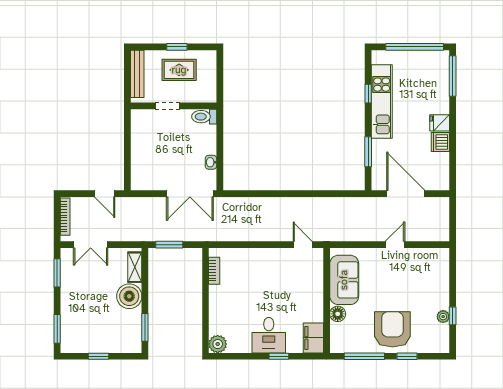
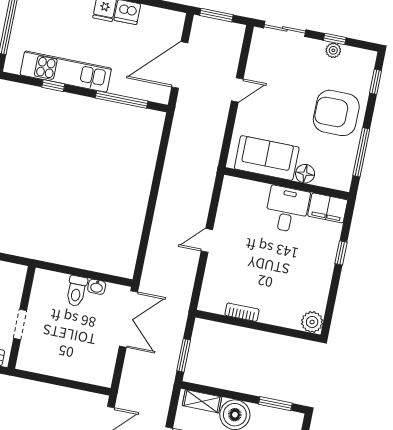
toilet: (204, 117) -> (76, 291), moved
window: (368, 152) -> (122, 99), width x1.44
window: (453, 215) -> (216, 15), added
door: (303, 245) -> (207, 240), moved
door: (395, 245) -> (237, 90), swing flipped
bookcase: (214, 271) -> (242, 312), moved
sliding door: (453, 273) -> (285, 29), added
desk: (269, 335) -> (287, 209), moved, turned -90
window: (407, 356) -> (375, 82), moved

